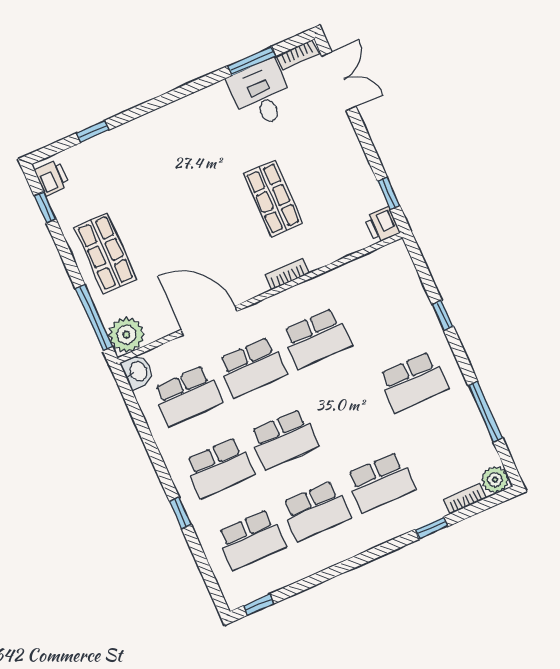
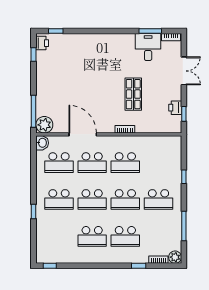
double door: (339, 81) -> (184, 71), moved
window: (93, 132) -> (56, 31), moved
printer: (382, 225) -> (175, 108), moved
shop shelf: (105, 253) -> (51, 86), removed
school desk: (251, 539) -> (125, 199), moved

